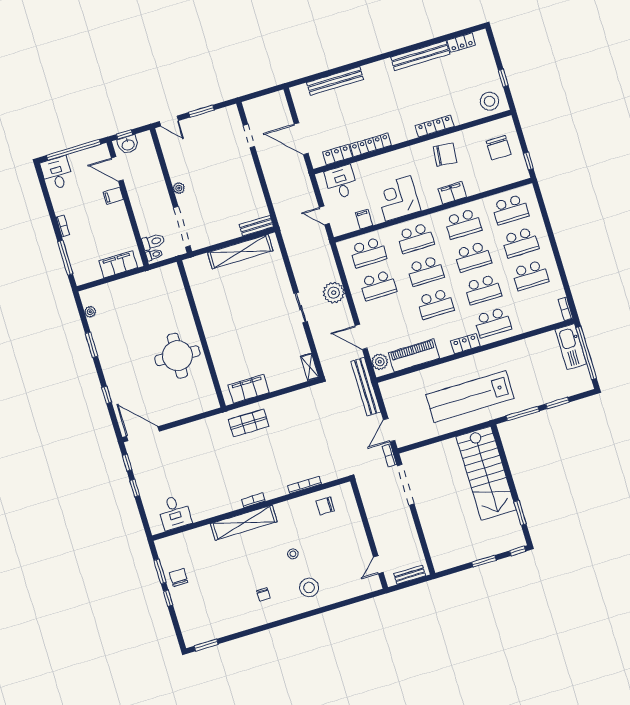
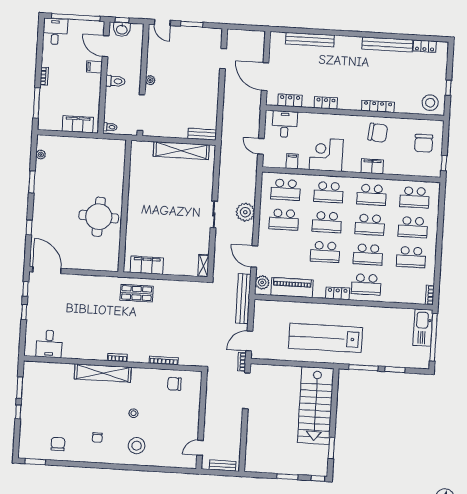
locker: (371, 145) -> (326, 103), width x0.66
toilet: (153, 242) -> (115, 81), moved
chair: (179, 577) -> (58, 444), moved

